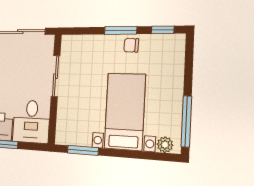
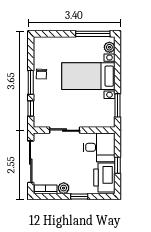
window: (163, 30) -> (31, 109), moved

